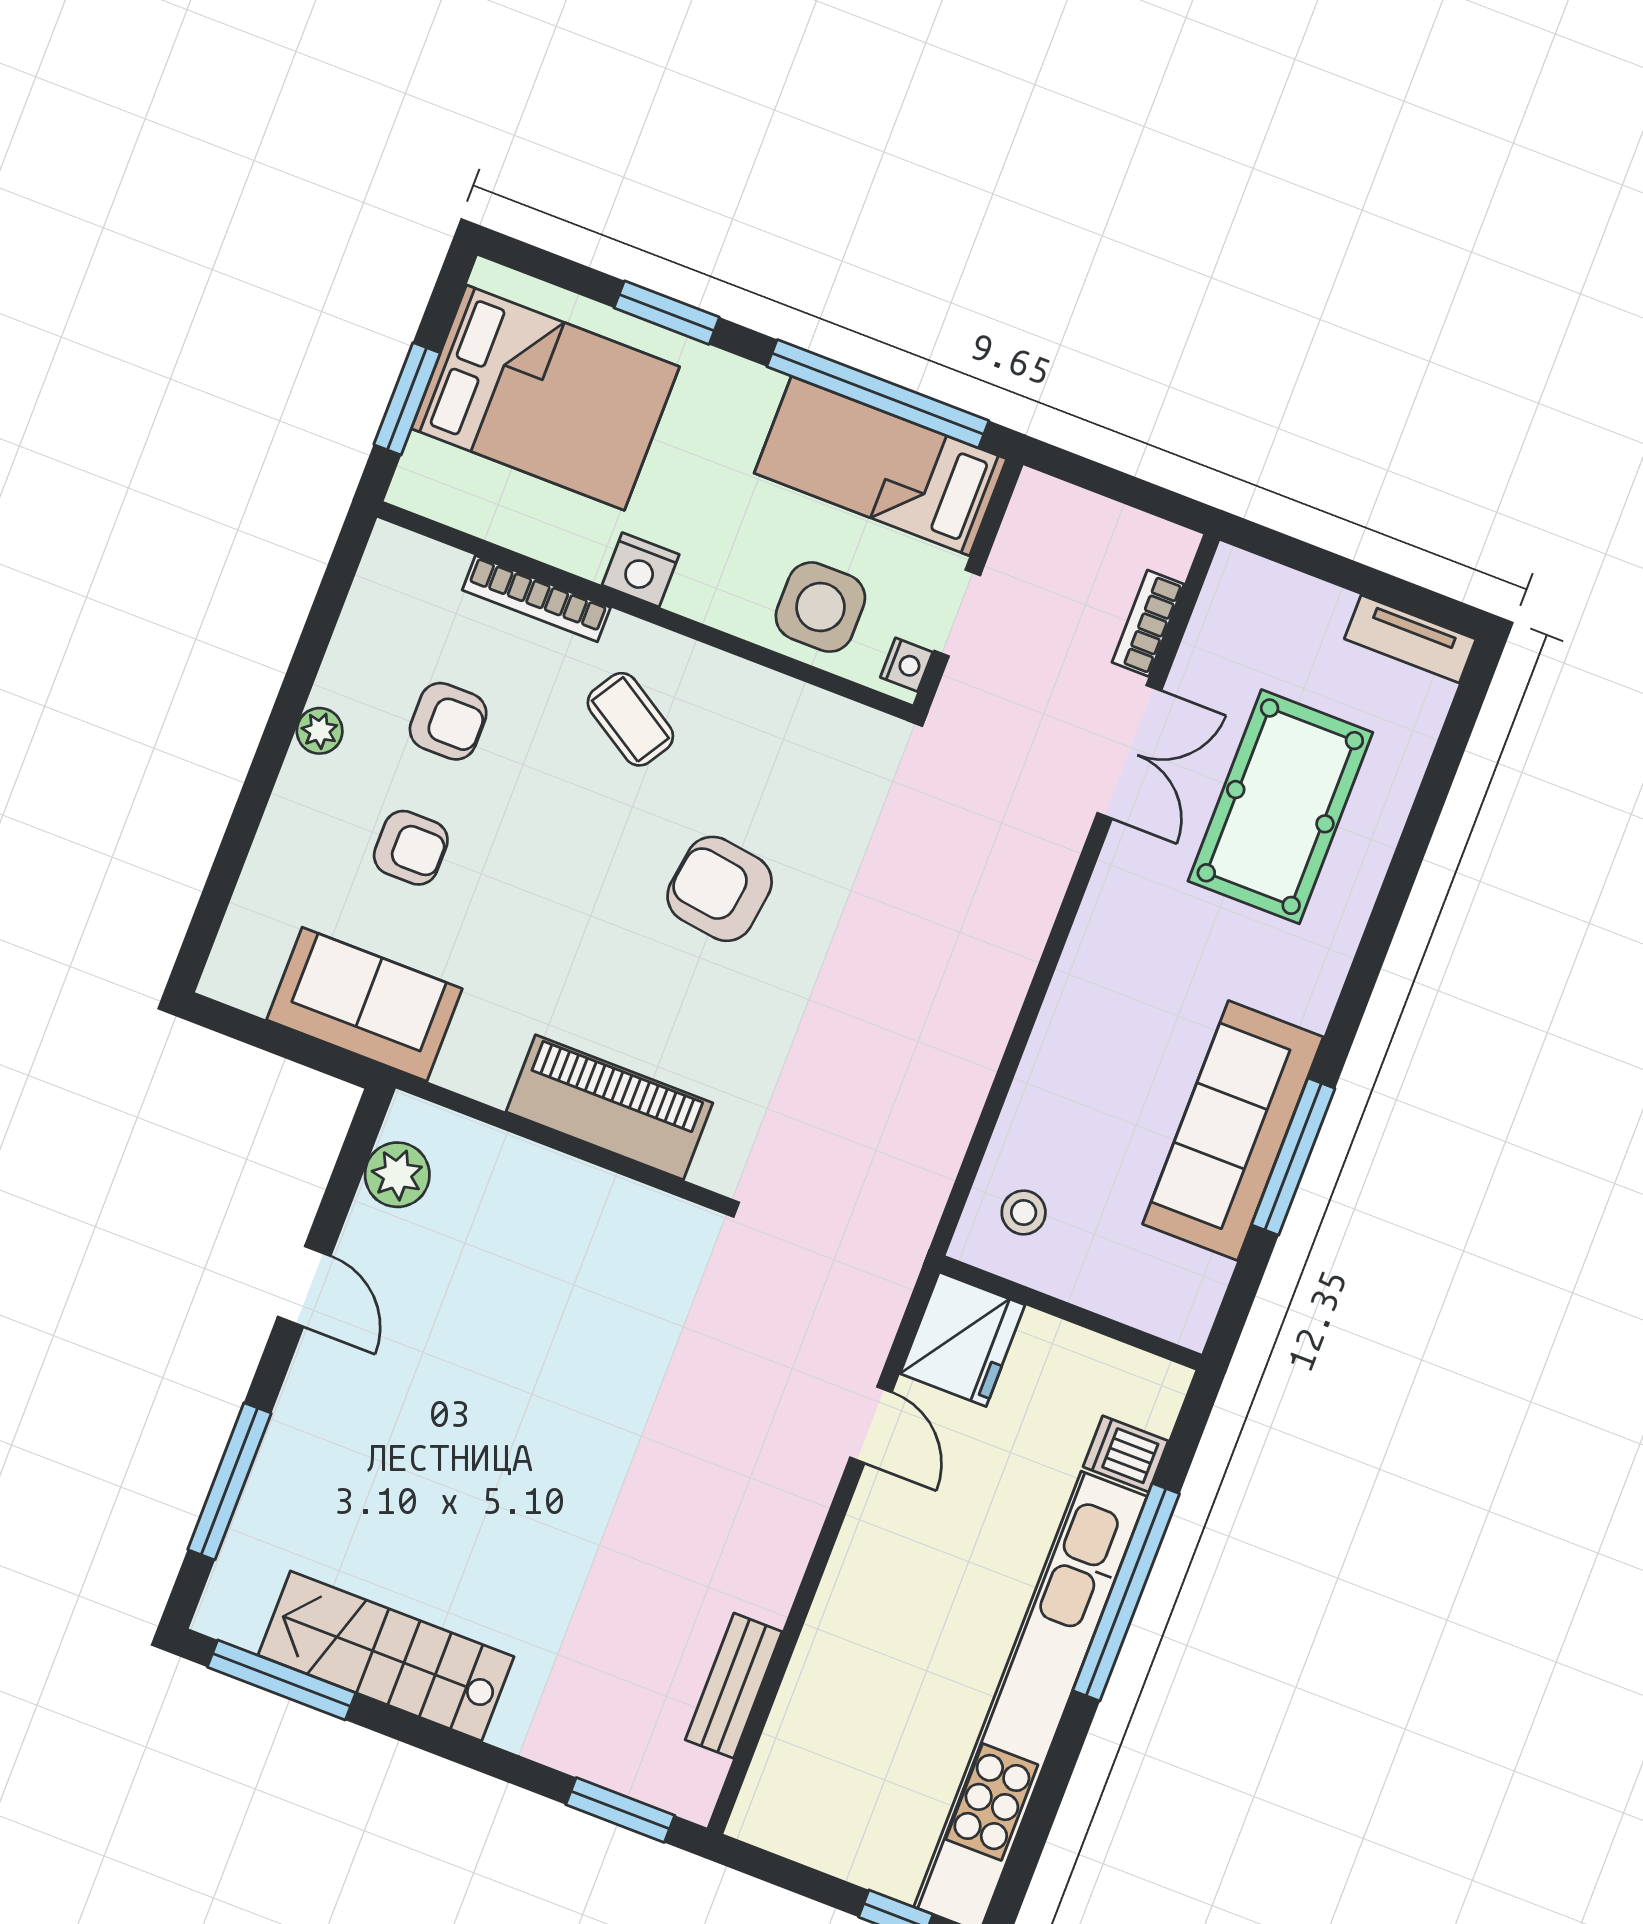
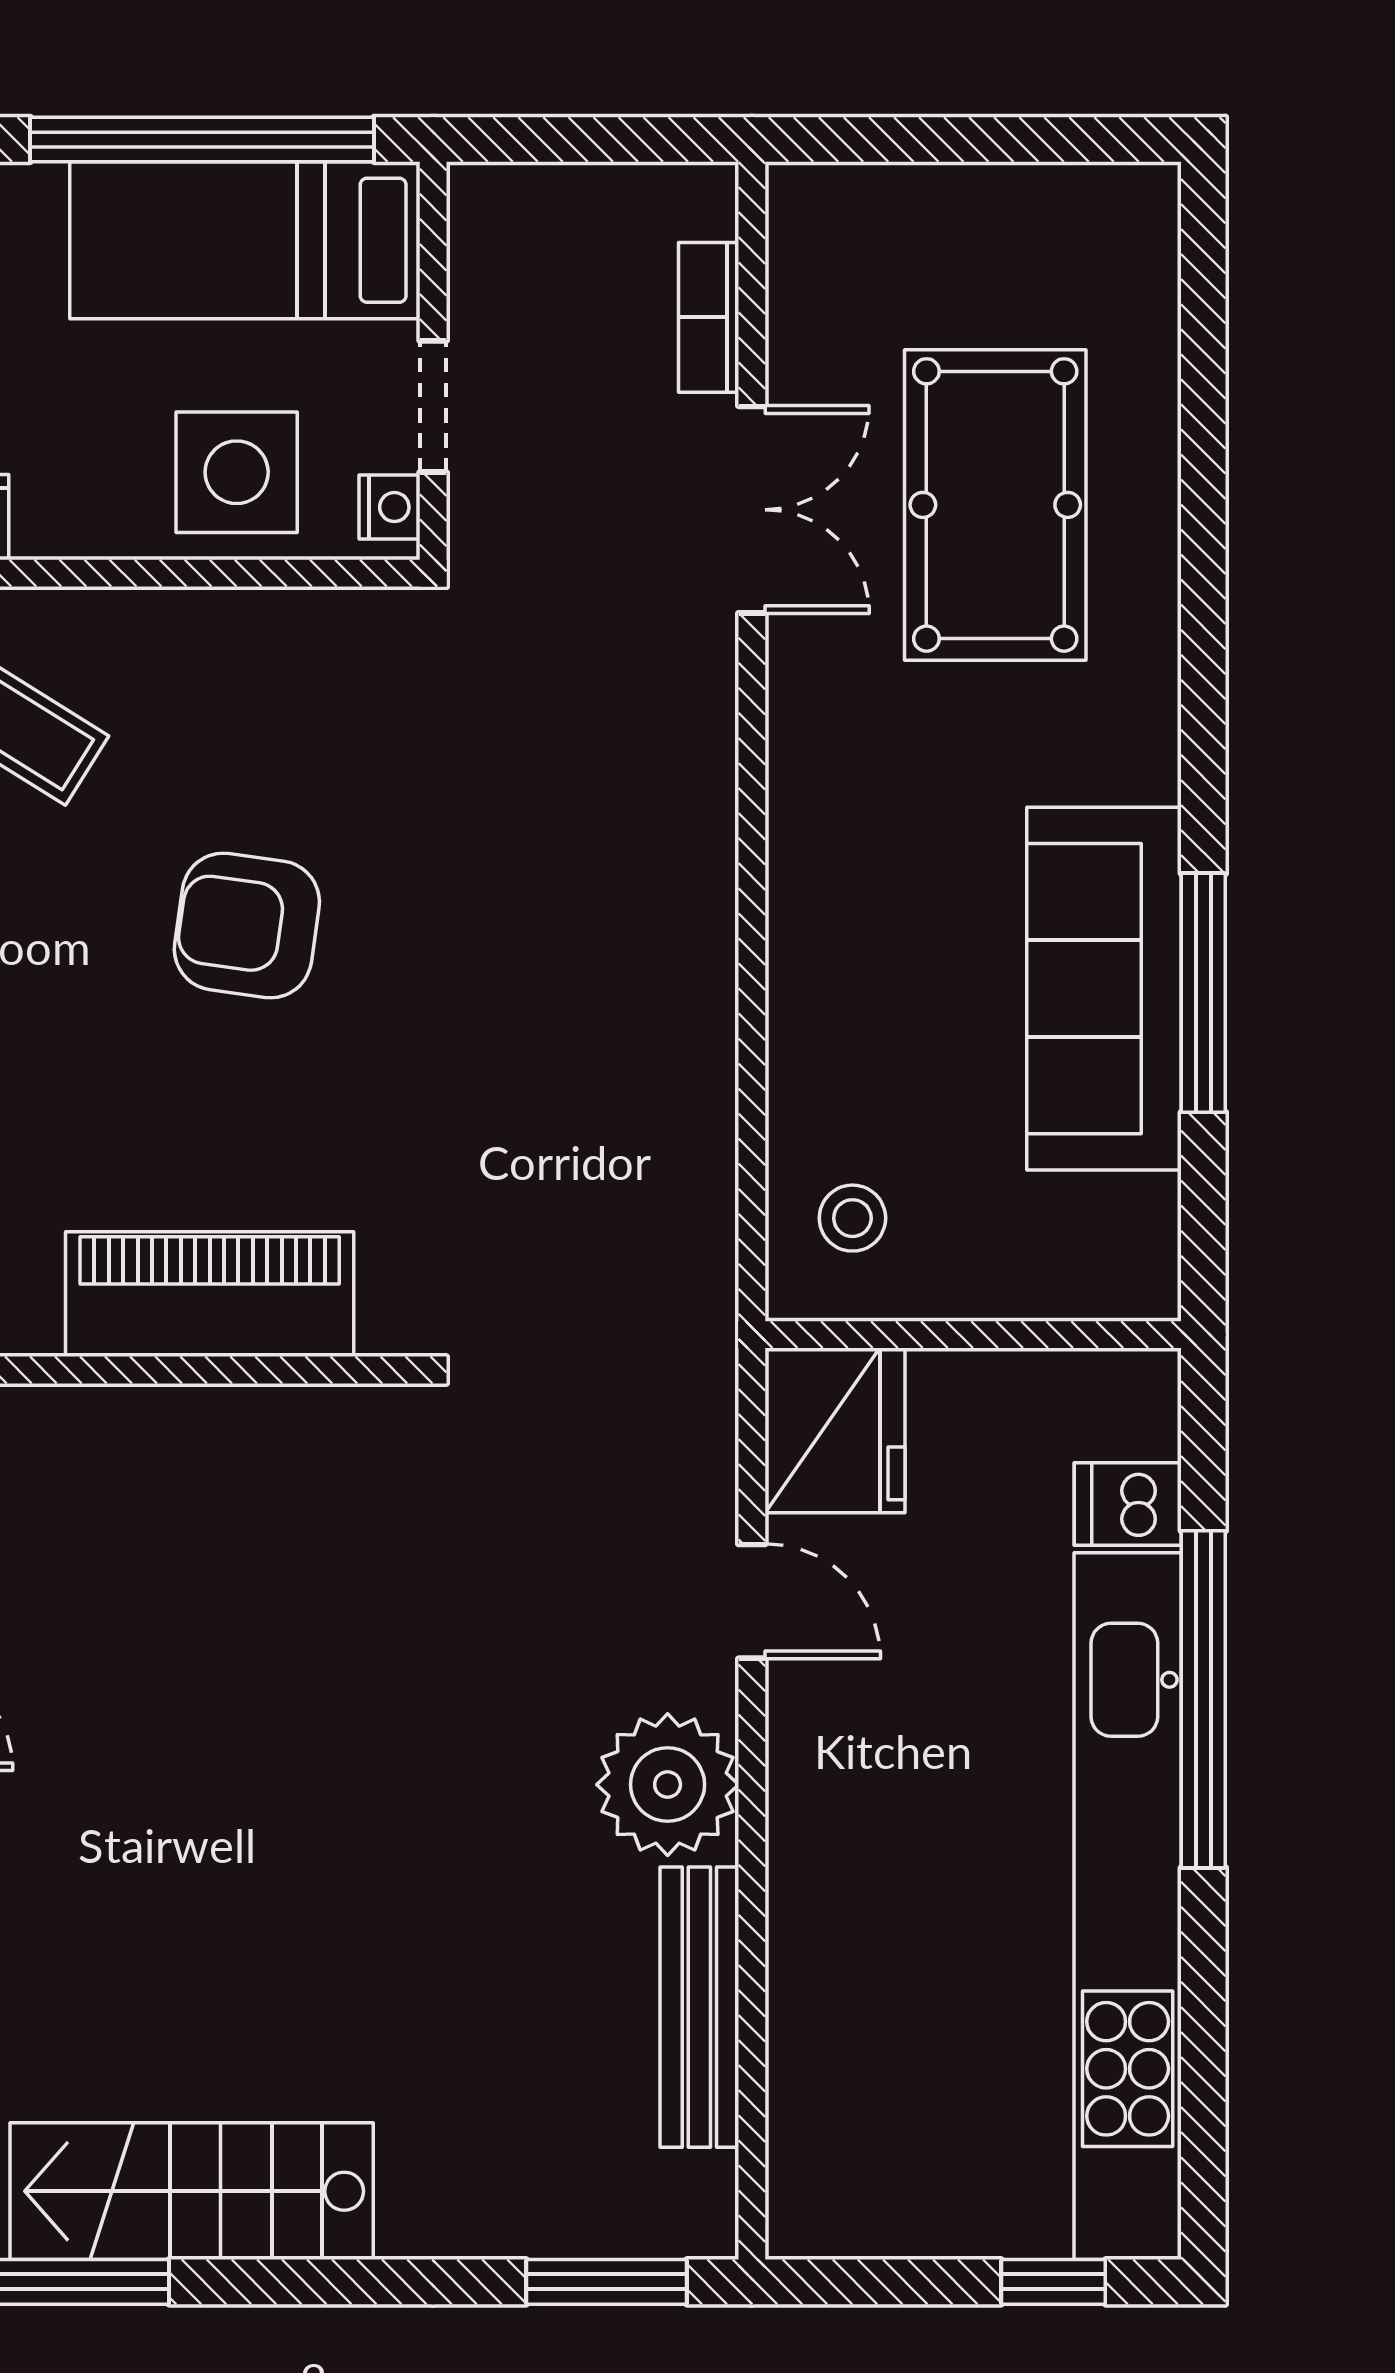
tv unit: (1410, 639) -> (1088, 197), removed
plant: (776, 1518) -> (668, 1785), added
bench: (734, 1686) -> (699, 2007), width x1.36

